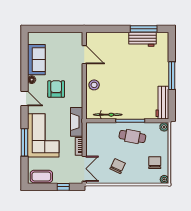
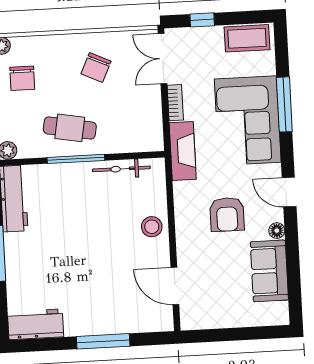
window: (144, 29) -> (103, 341), moved
workbench: (142, 39) -> (36, 324), moved

